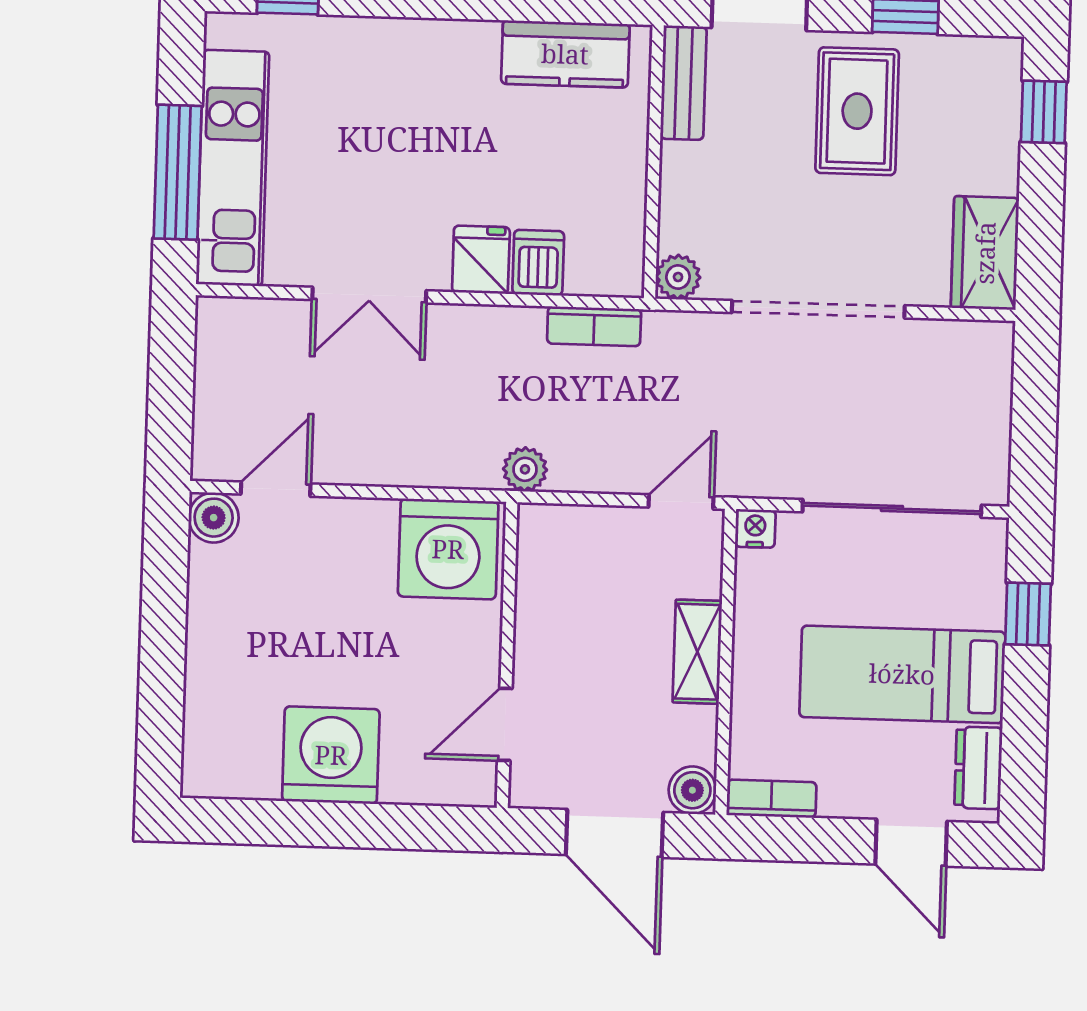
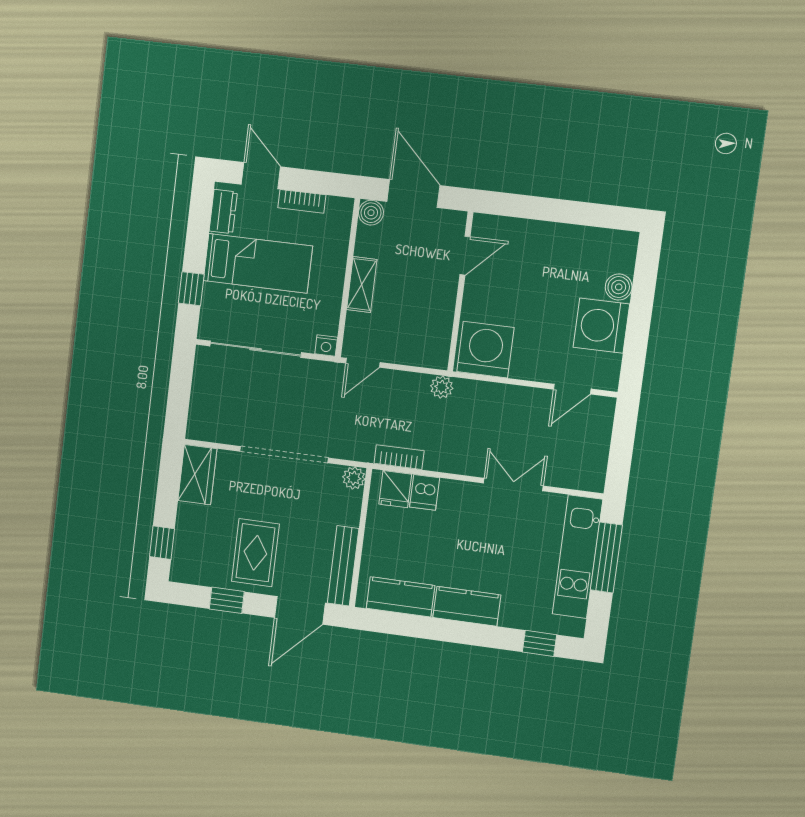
kitchen counter: (435, 49) -> (467, 606), added
bench: (683, 83) -> (343, 566), width x1.36
fridge: (481, 260) -> (395, 489), moved
boiler: (214, 518) -> (619, 287), moved
washing machine: (331, 755) -> (601, 326), moved, turned 90
bookcase: (771, 799) -> (302, 201), moved

